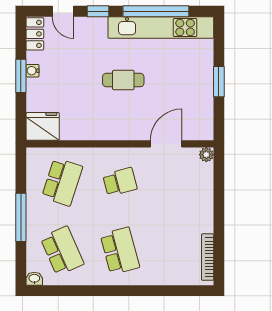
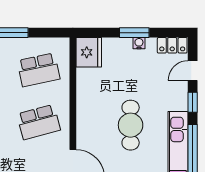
cafe table: (123, 80) -> (131, 125), width x1.37, depth x1.35
school desk: (62, 182) -> (39, 70), turned -30
school desk: (120, 182) -> (39, 122), width x1.85

